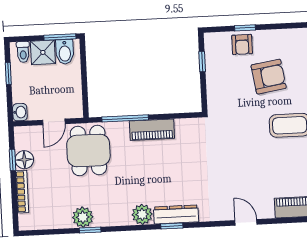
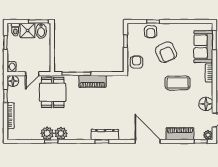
armchair: (269, 77) -> (166, 52), turned 75
armchair: (222, 95) -> (137, 62), added
floor lamp: (24, 160) -> (13, 81), moved
plant: (142, 214) -> (61, 133), moved
door: (246, 222) -> (148, 141), width x1.88

